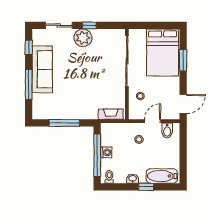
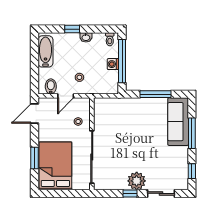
sofa: (42, 69) -> (178, 122), moved
fireplace: (111, 114) -> (108, 103), removed
bathtub: (162, 176) -> (45, 51), moved, turned -90

